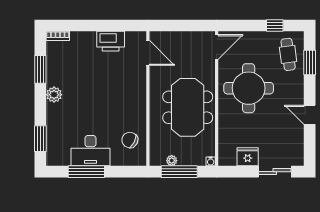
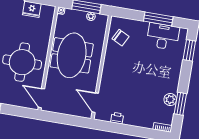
printer: (111, 41) -> (117, 118), width x0.53, depth x0.68
door: (217, 47) -> (41, 98), hinge flipped
plant: (54, 95) -> (170, 100), moved
desk: (91, 151) -> (163, 36), moved

